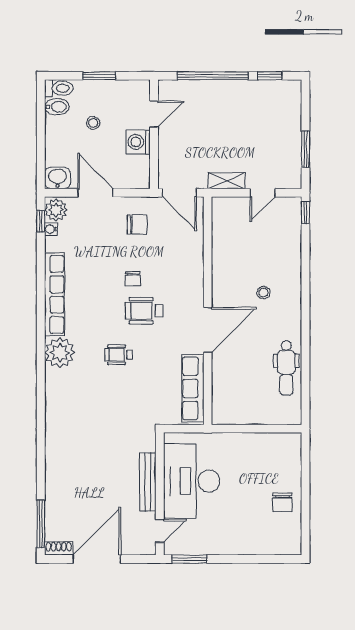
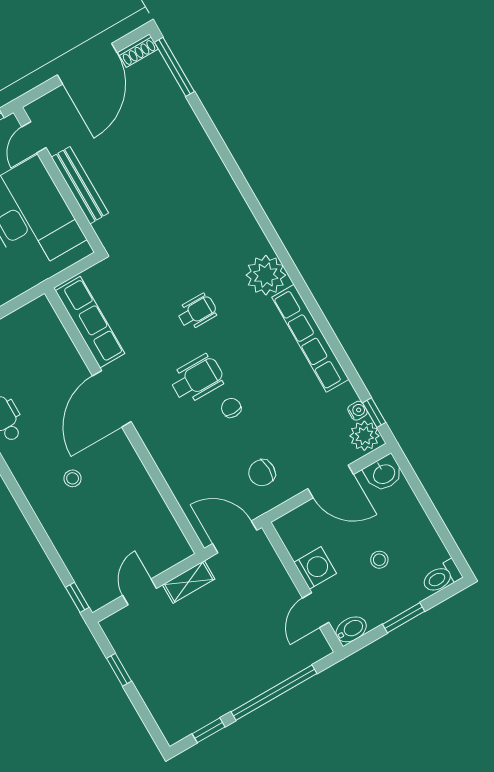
bidet: (57, 107) -> (351, 629), moved, turned 180
window: (305, 149) -> (119, 670), width x0.67

